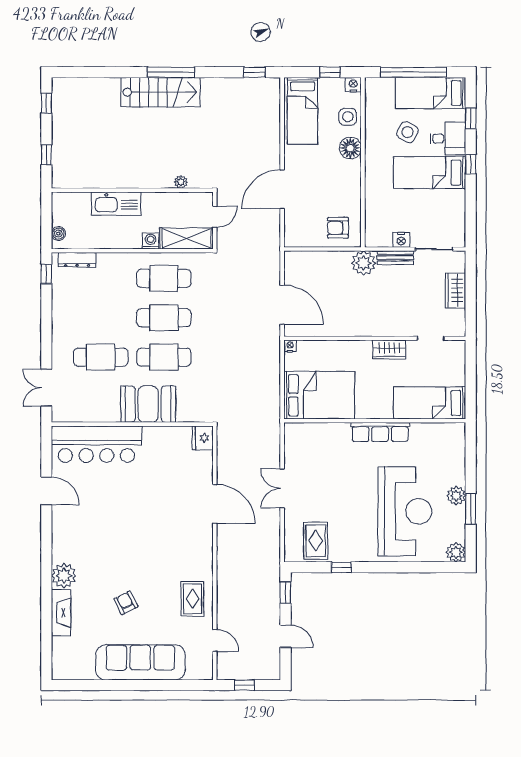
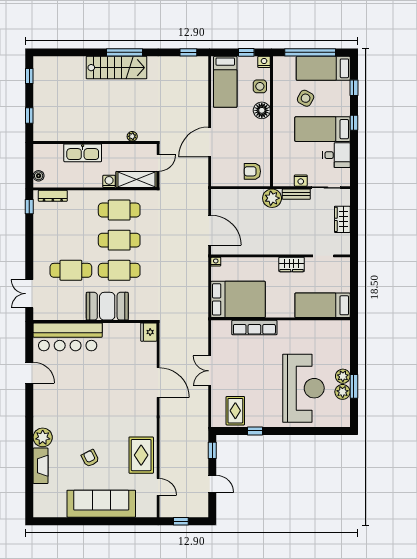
desk: (448, 139) -> (336, 155), moved
row of seats: (380, 432) -> (254, 328), moved
plant: (456, 552) -> (343, 392), moved
rug: (193, 599) -> (141, 455), width x1.36, depth x1.43

